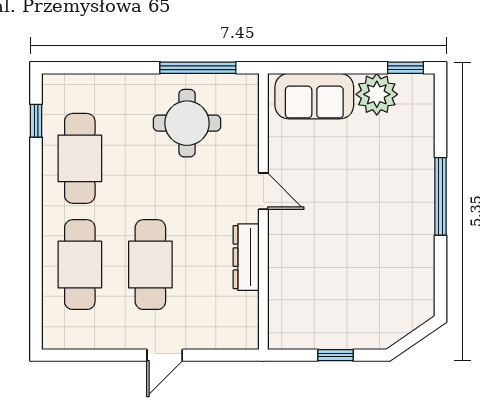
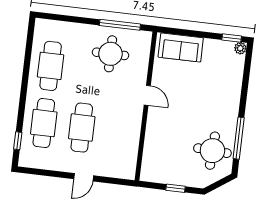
plant: (377, 94) -> (240, 48), moved, width x0.53, depth x0.53
window: (36, 121) -> (18, 141), moved
window: (440, 196) -> (239, 138), moved
dresser: (246, 257) -> (134, 130), removed
round table: (395, 278) -> (212, 151), added

